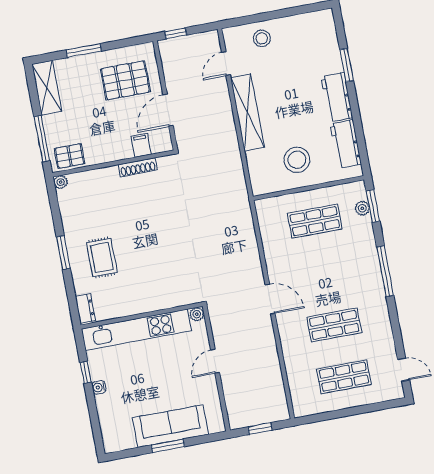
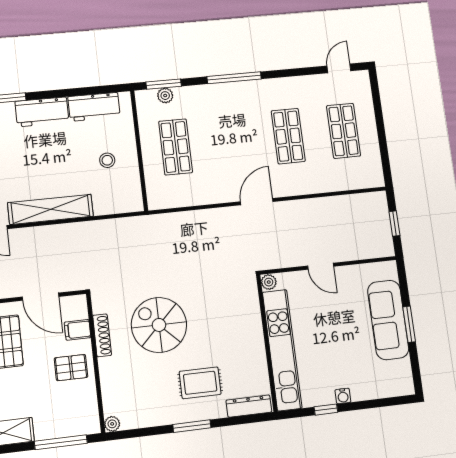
pallet: (70, 156) -> (71, 368), moved, turned 90
stool: (297, 160) -> (107, 160), width x0.53, depth x0.53
spiral stairs: (151, 217) -> (159, 325), added
dresser: (85, 308) -> (249, 406), width x1.44

